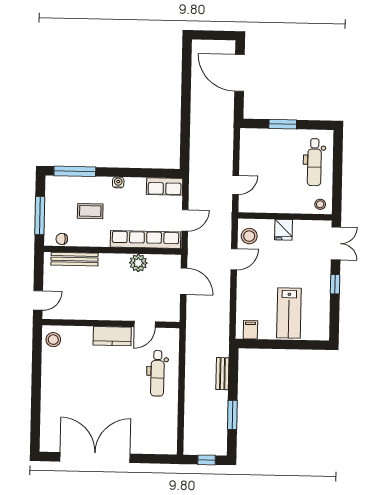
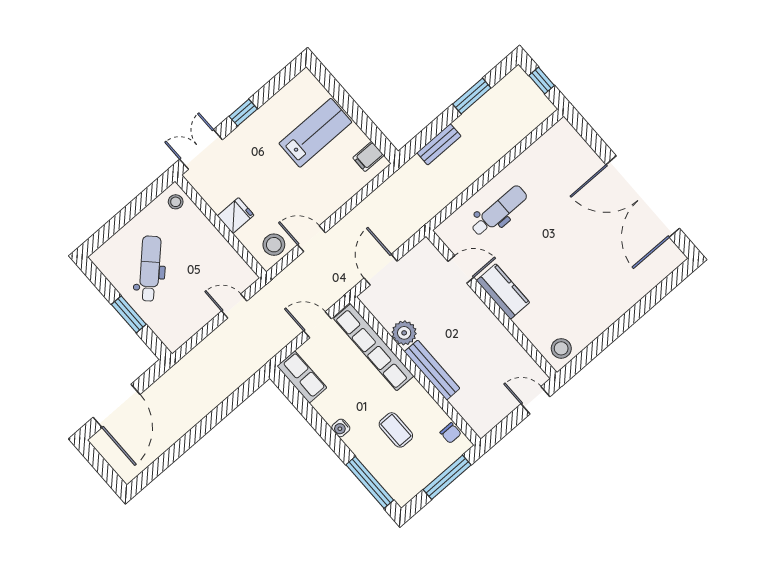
dental chair: (314, 162) -> (150, 269), moved, turned -45
bench: (75, 259) -> (432, 370), moved

